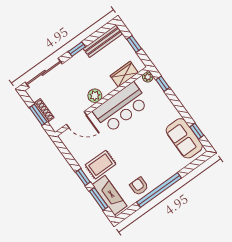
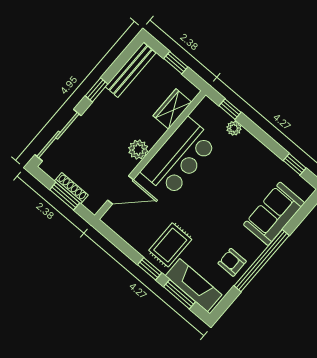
plant: (148, 77) -> (234, 128), moved
sofa: (184, 138) -> (274, 214), moved, turned 90

